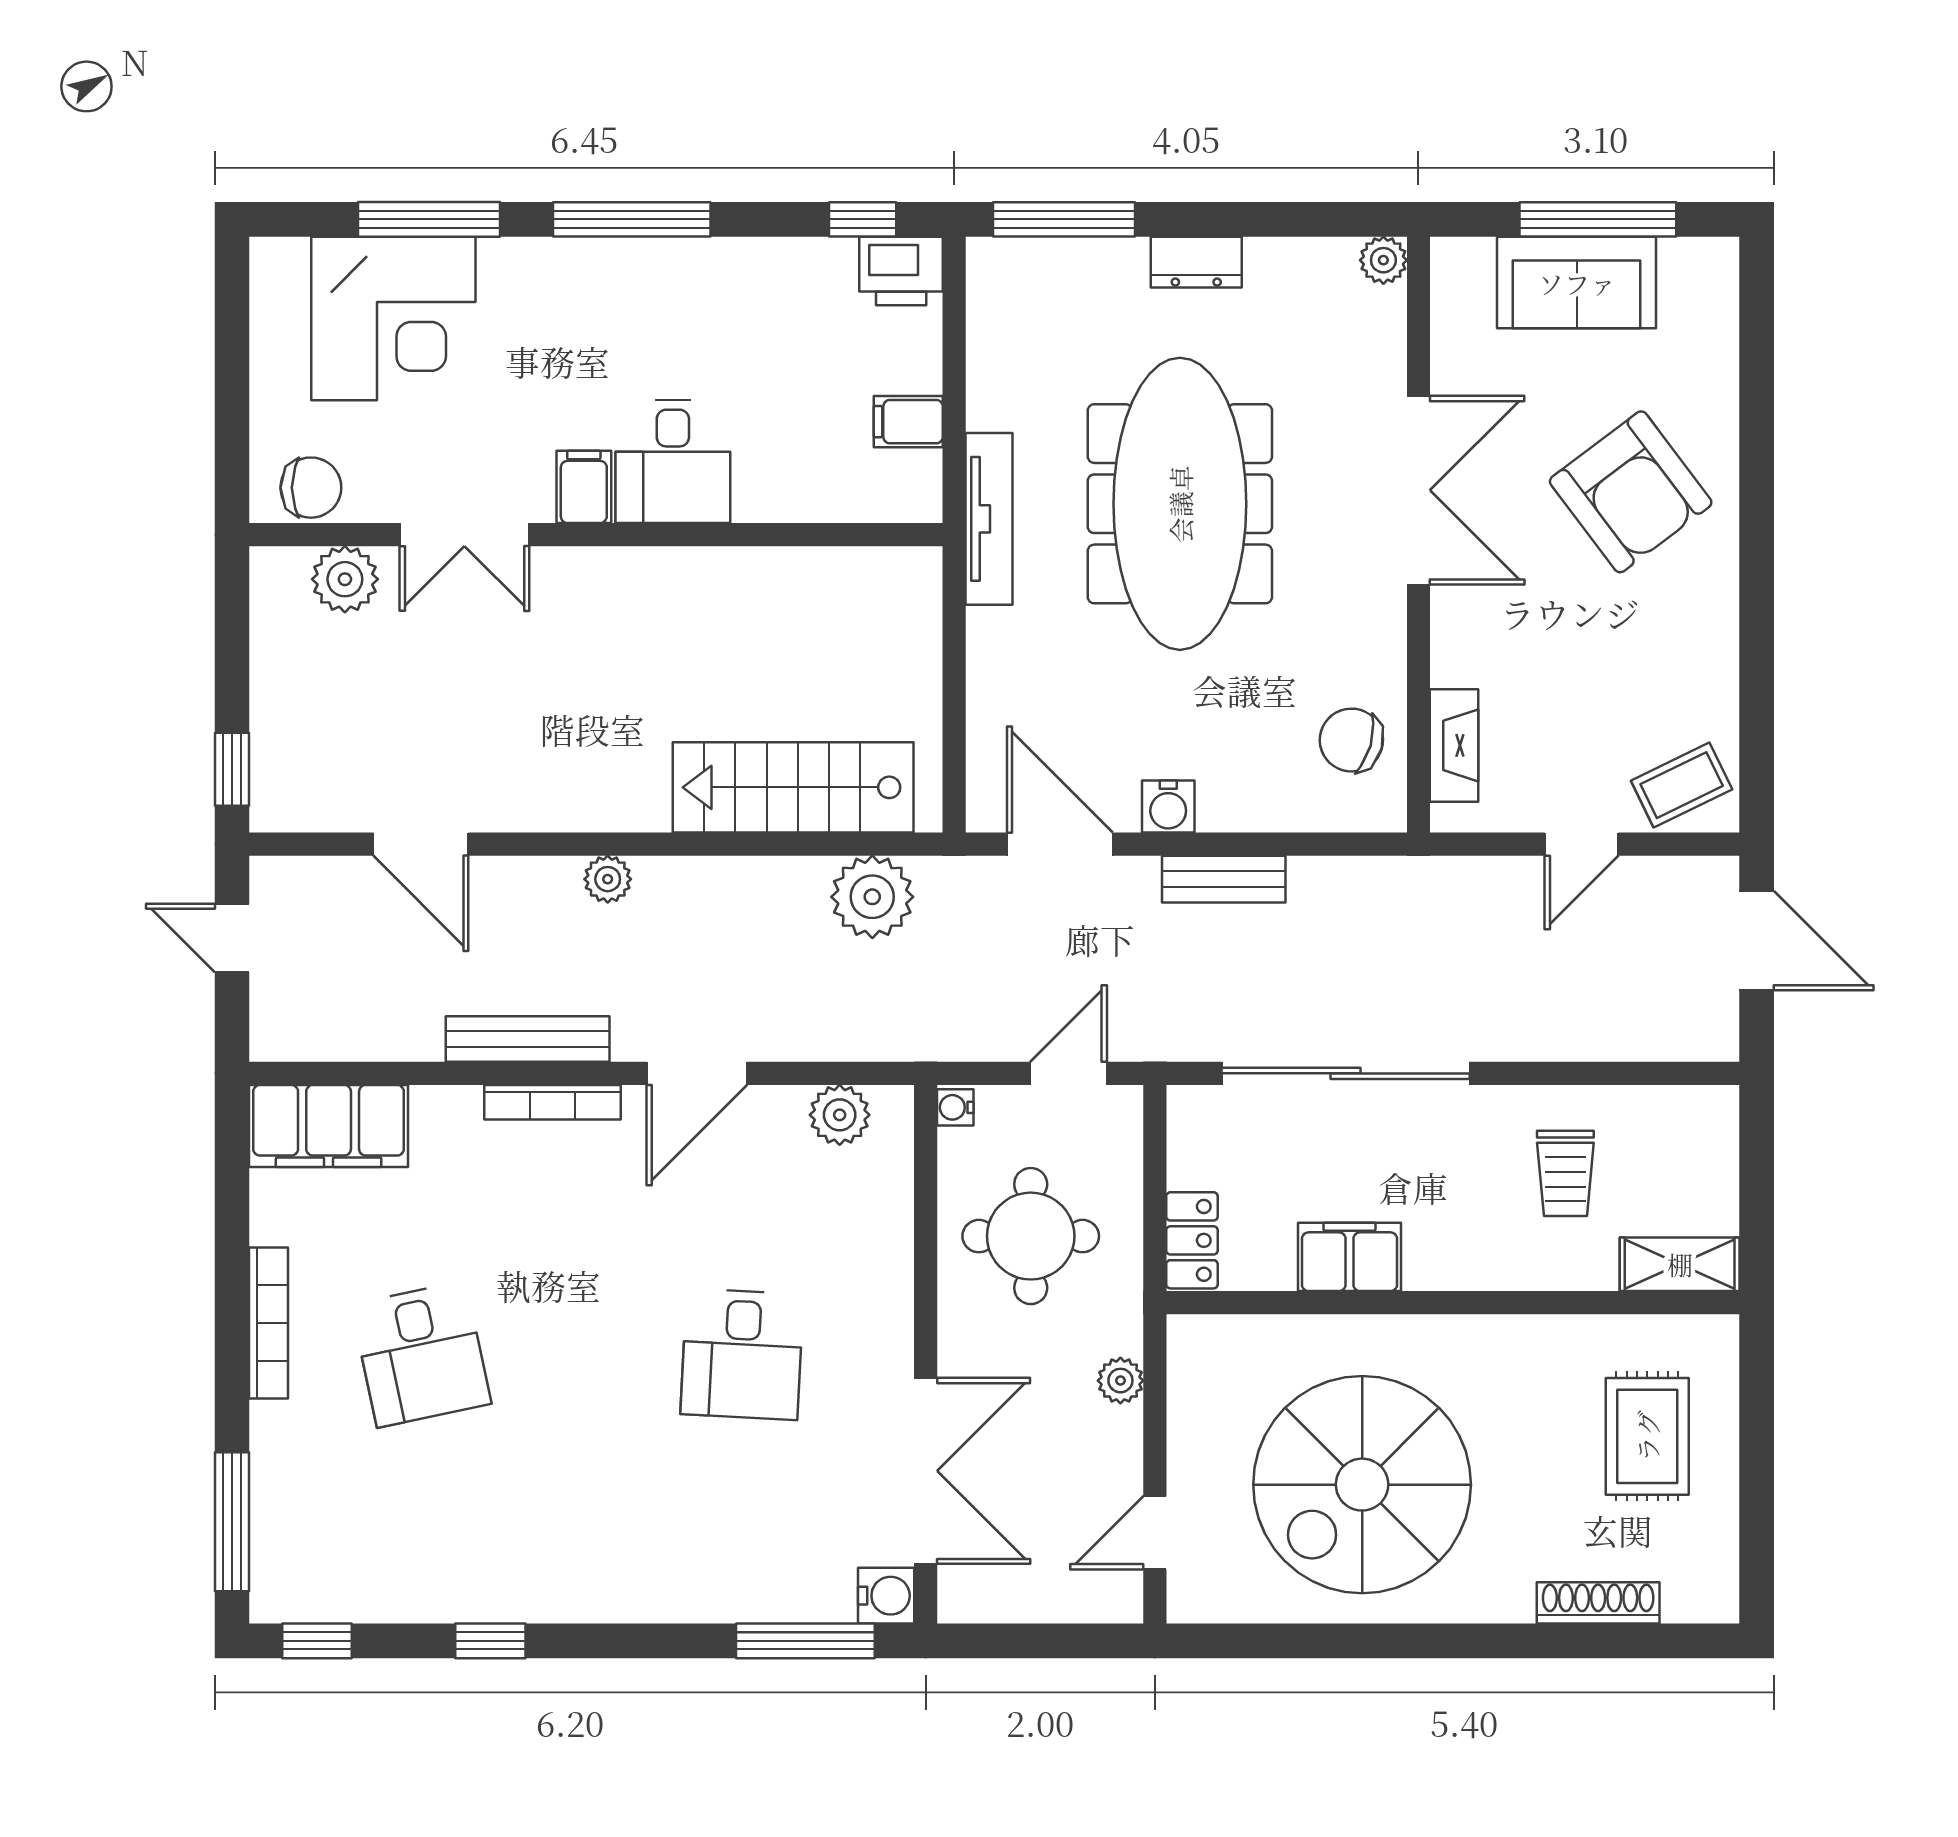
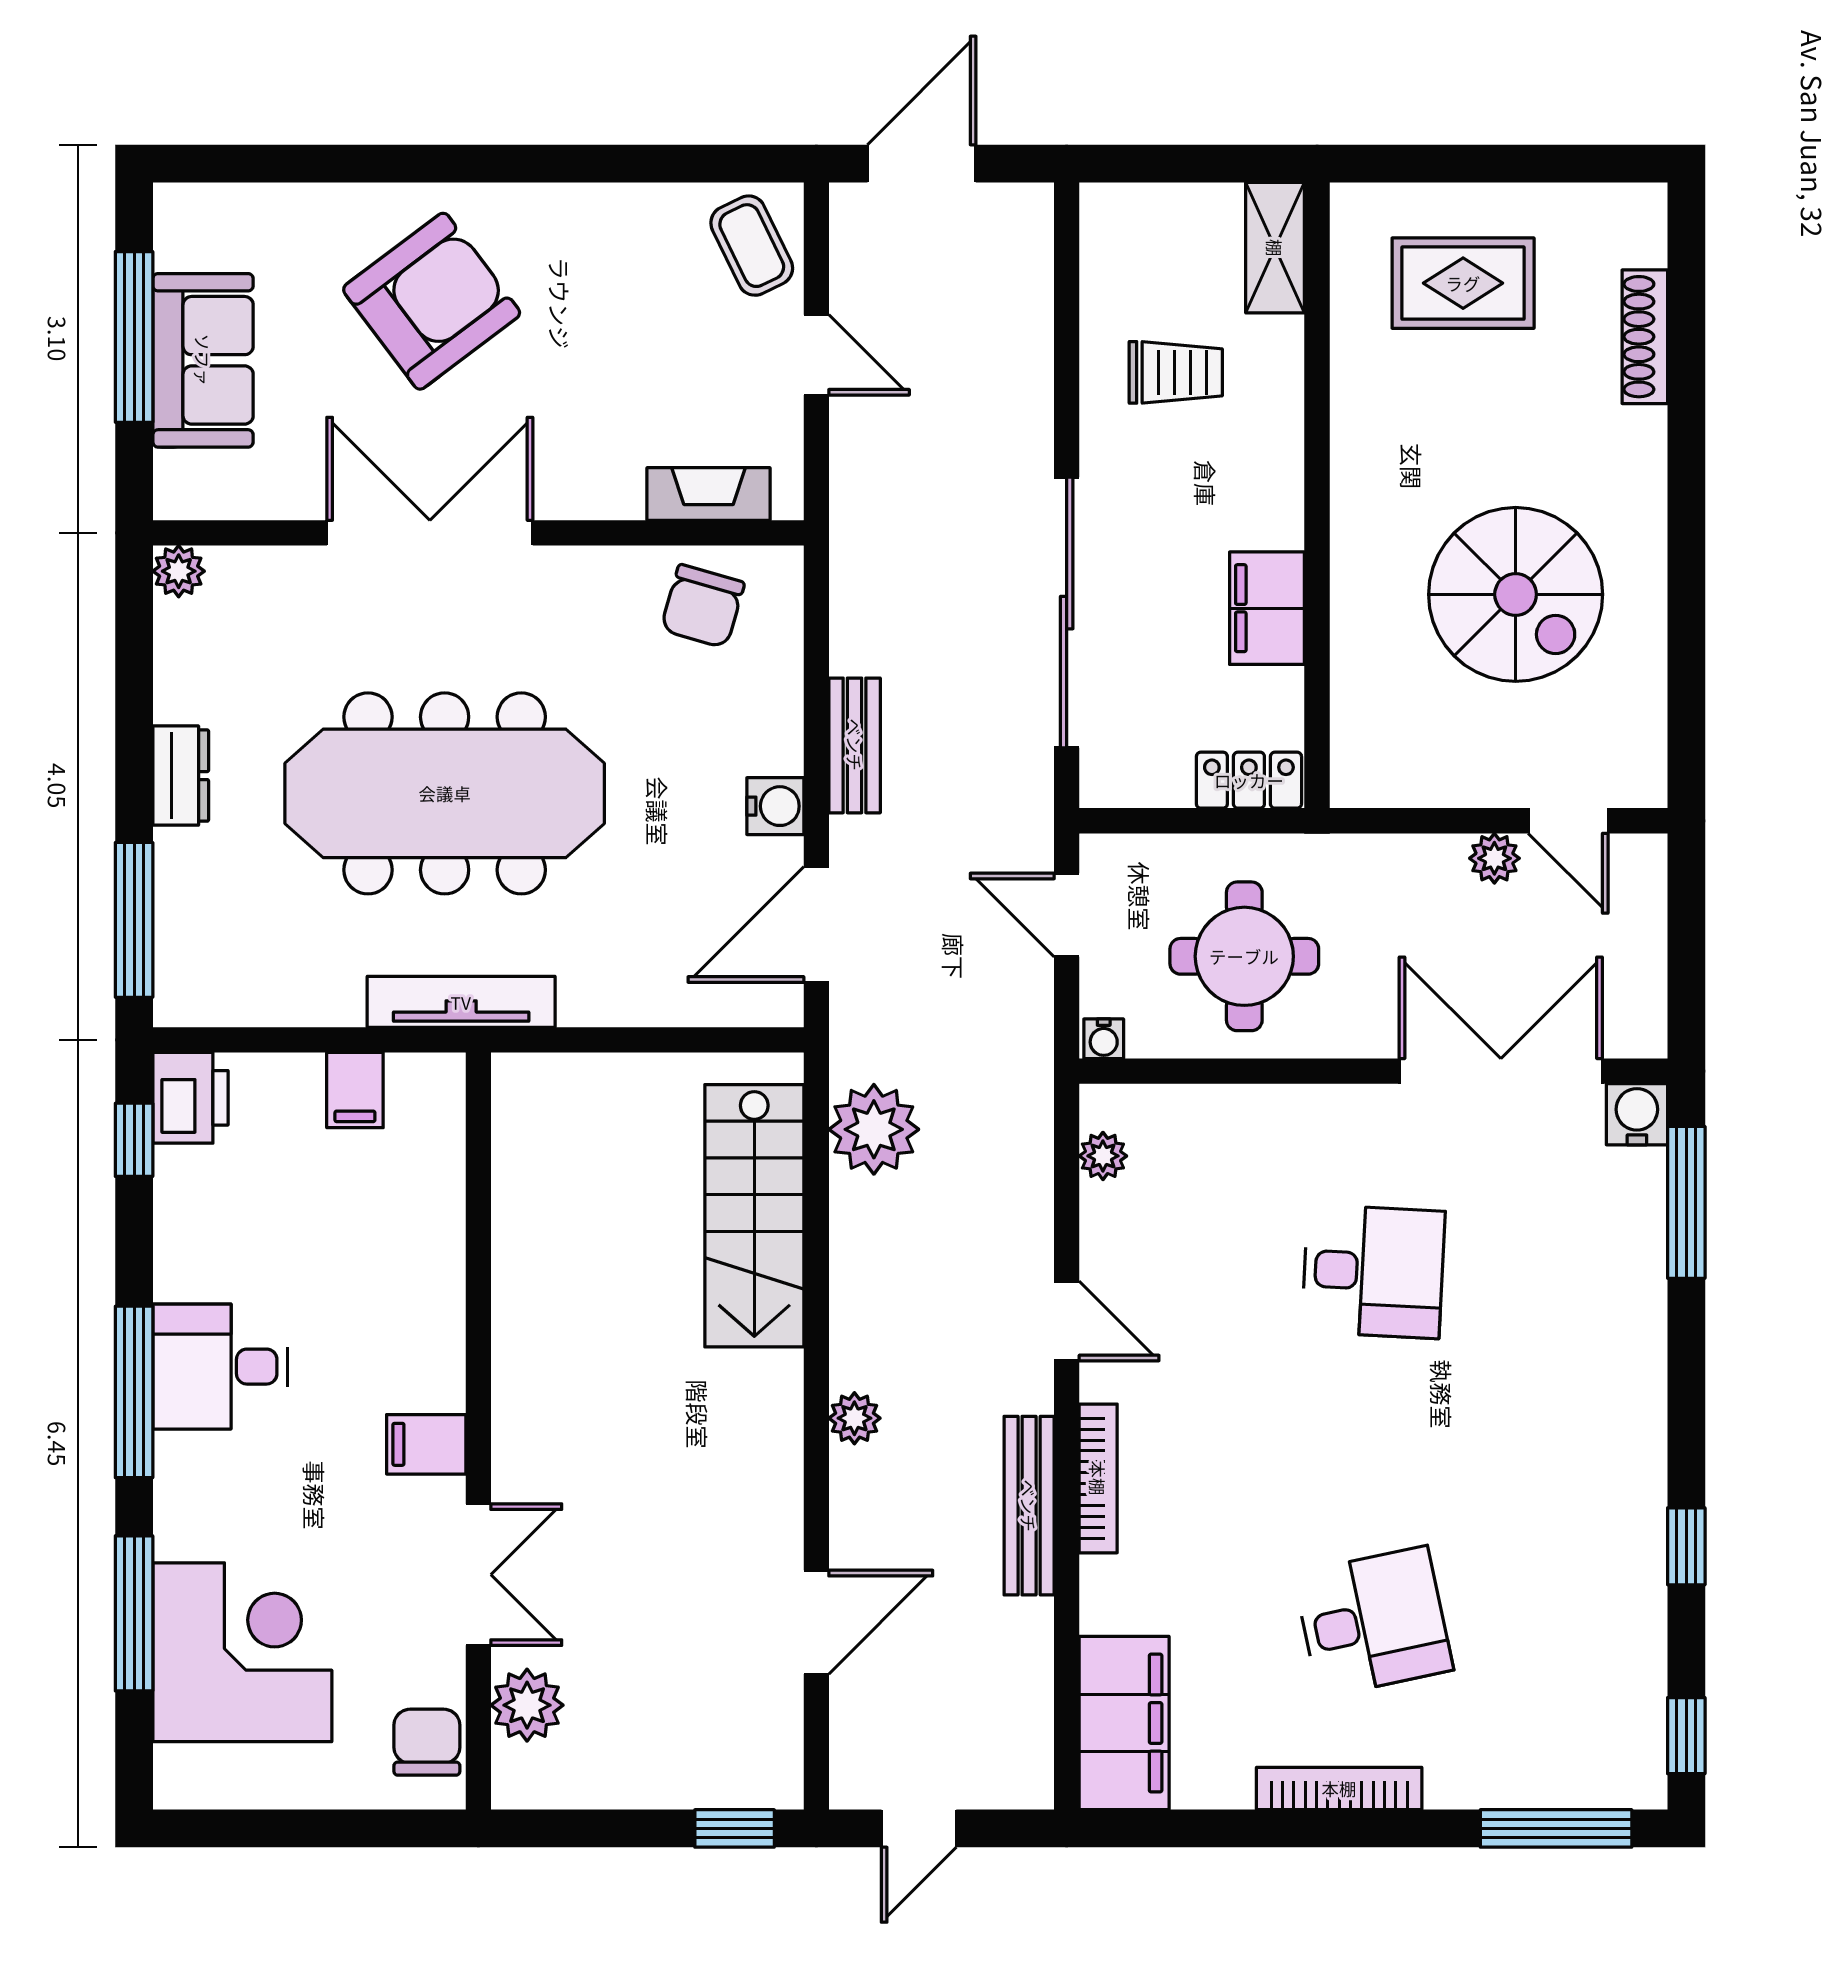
desk: (673, 461) -> (220, 1367), moved, turned 180
door: (697, 1073) -> (1067, 1321), width x0.73
plant: (840, 1115) -> (1103, 1156), width x0.73, depth x0.73
plant: (1120, 1381) -> (1494, 858), moved
spiral stairs: (1362, 1485) -> (1516, 594), width x0.73, depth x0.73

